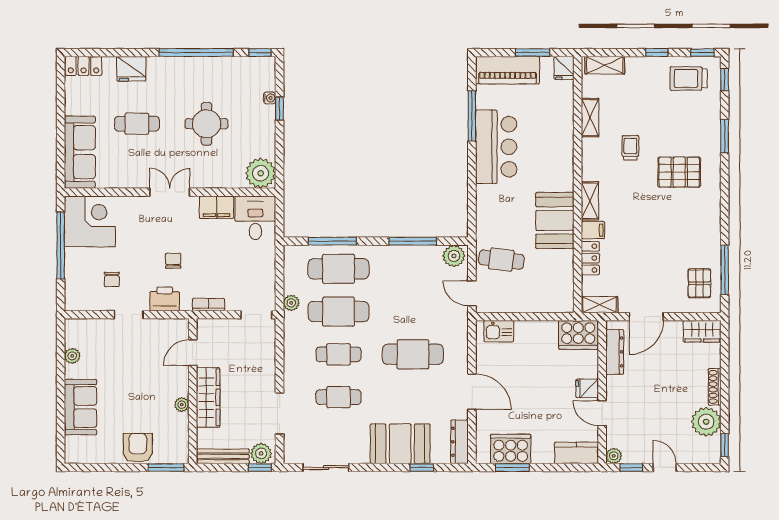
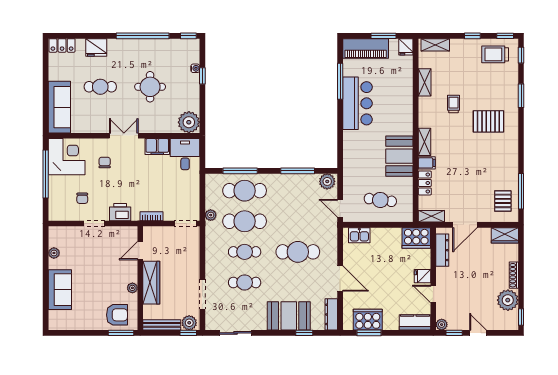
cafe table: (501, 260) -> (380, 200), moved
chair: (173, 261) -> (105, 163), moved
armchair: (138, 448) -> (117, 315), moved, turned 90

